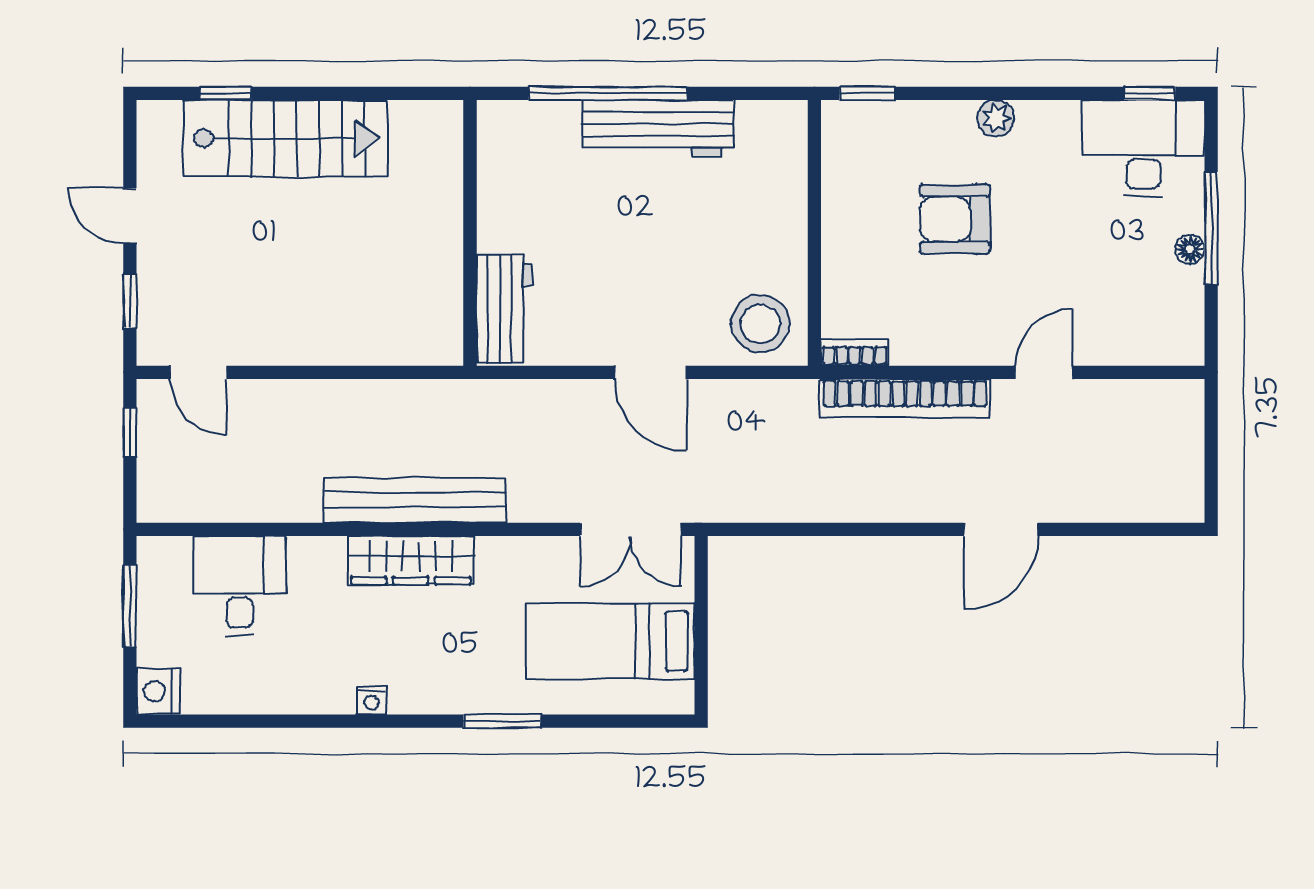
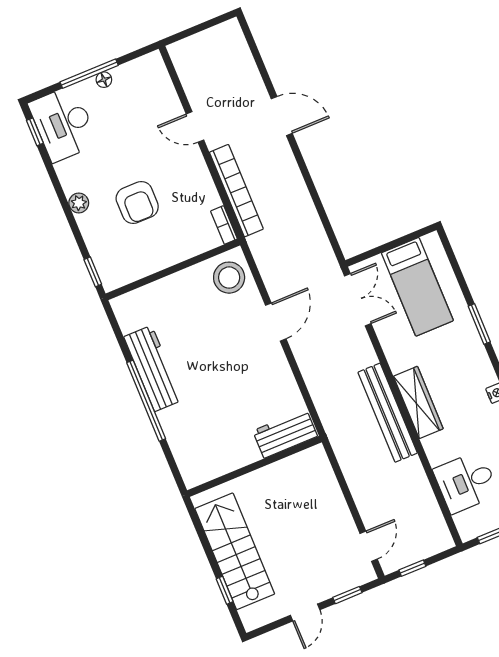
wall: (470, 233) -> (254, 466), moved
workbench: (504, 309) -> (285, 434), moved

